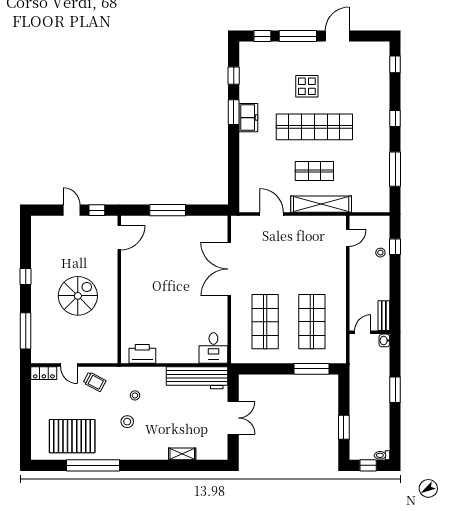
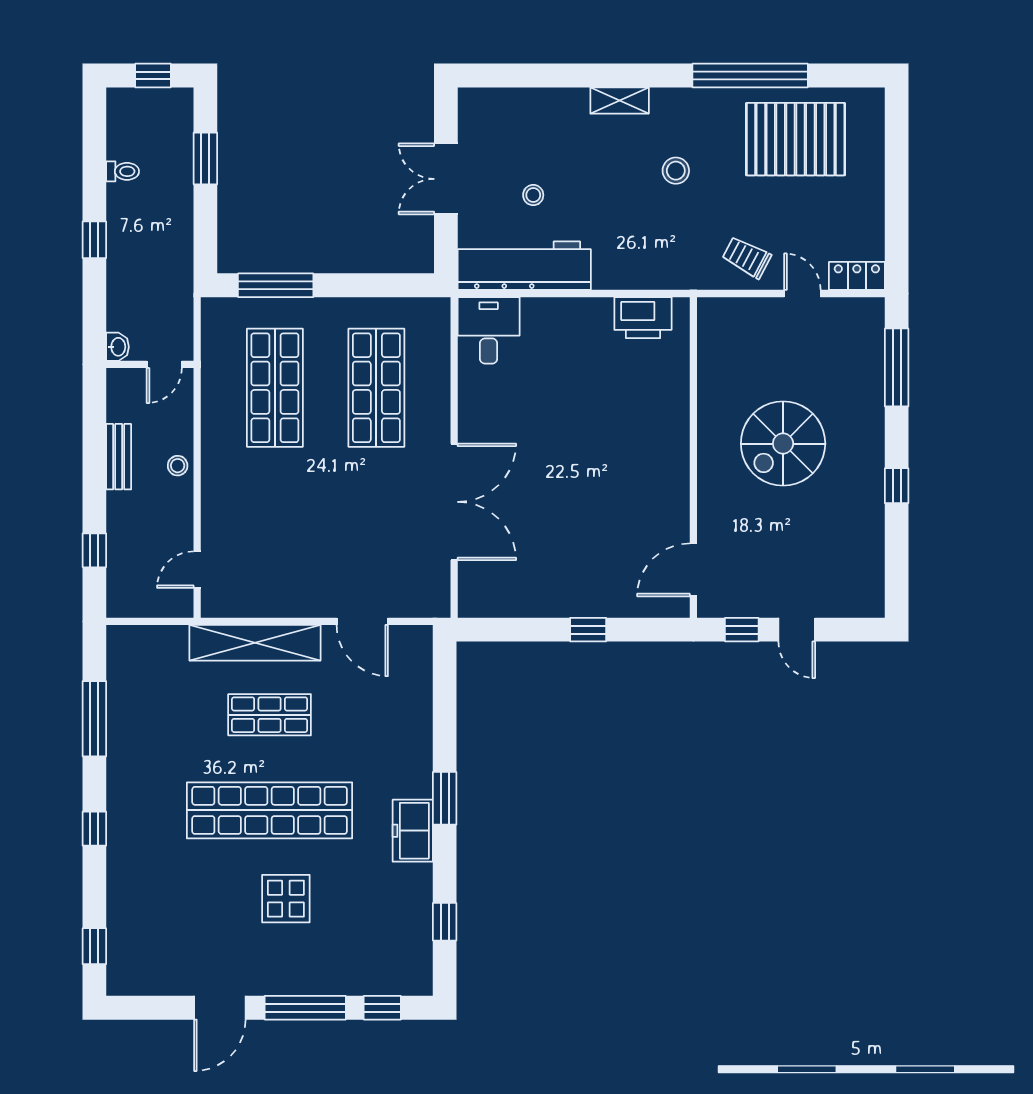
window: (234, 112) -> (445, 798), moved
window: (168, 210) -> (588, 630), width x0.46
stool: (380, 253) -> (178, 466), moved
bench: (384, 316) -> (119, 457), moved
window: (395, 390) -> (94, 240), width x0.67
stool: (135, 395) -> (533, 195), moved
shelving: (182, 454) -> (620, 101), moved
toilet: (382, 455) -> (123, 171), moved

